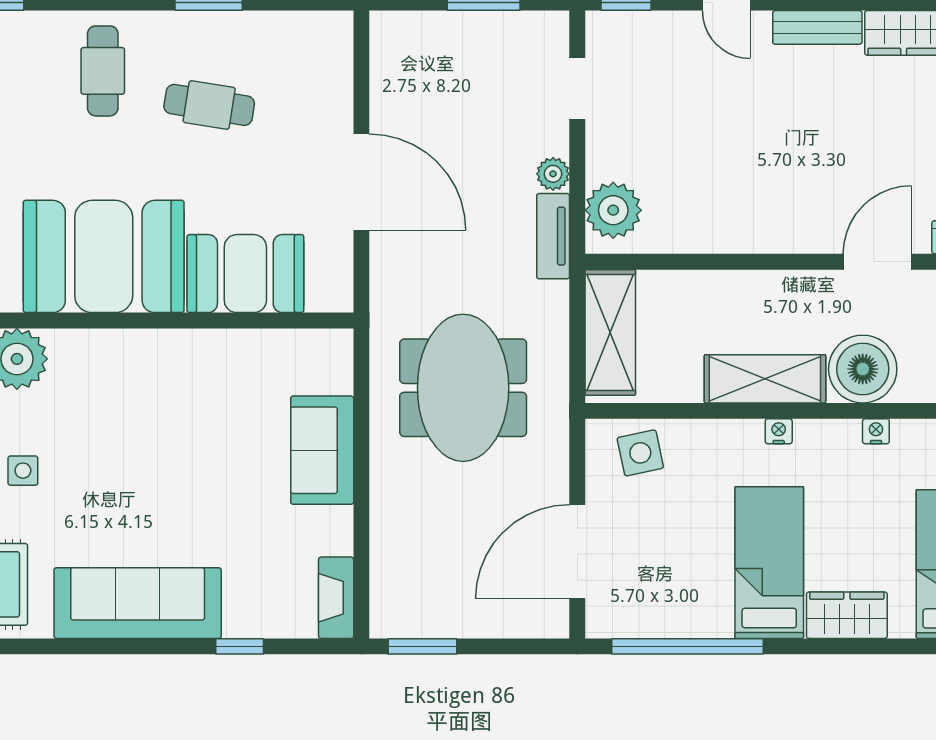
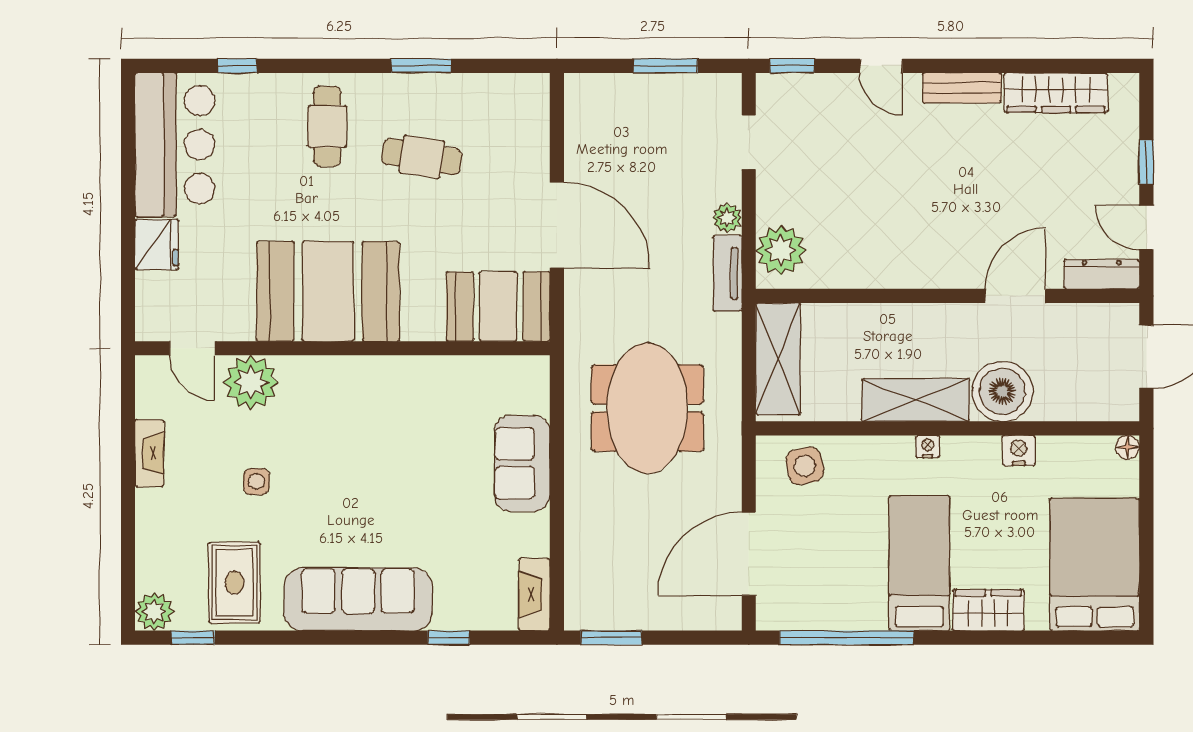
booth: (245, 274) -> (498, 307), moved
nightstand: (876, 431) -> (1019, 451), width x1.39, depth x1.35

